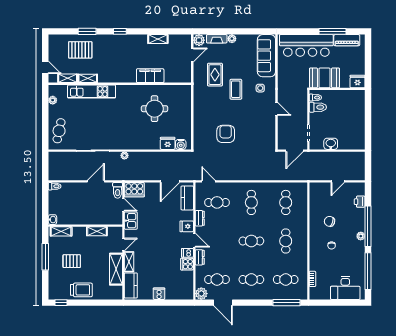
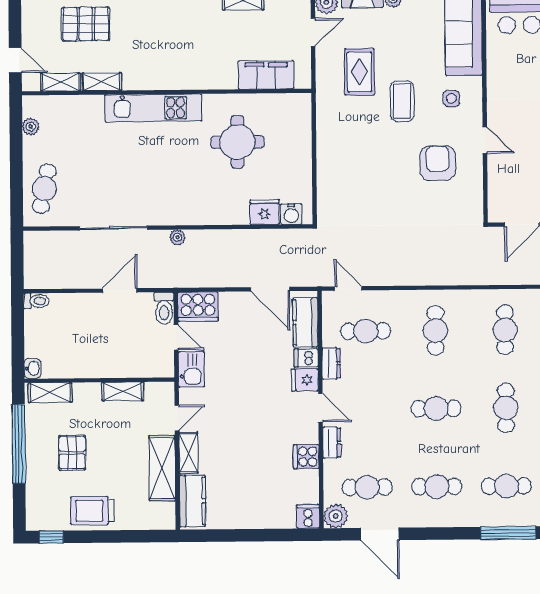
filing cabinet: (150, 76) -> (266, 75), moved
kitchen unit: (92, 92) -> (153, 108), moved
armchair: (226, 134) -> (438, 163), moved
door: (170, 181) -> (270, 289), hinge flipped
dishwasher: (187, 253) -> (306, 358), moved
window: (45, 257) -> (19, 444), width x1.46
pallet: (72, 261) -> (72, 453), turned 90
trolley: (81, 290) -> (92, 511), turned 180
cooker: (159, 294) -> (308, 517), moved

